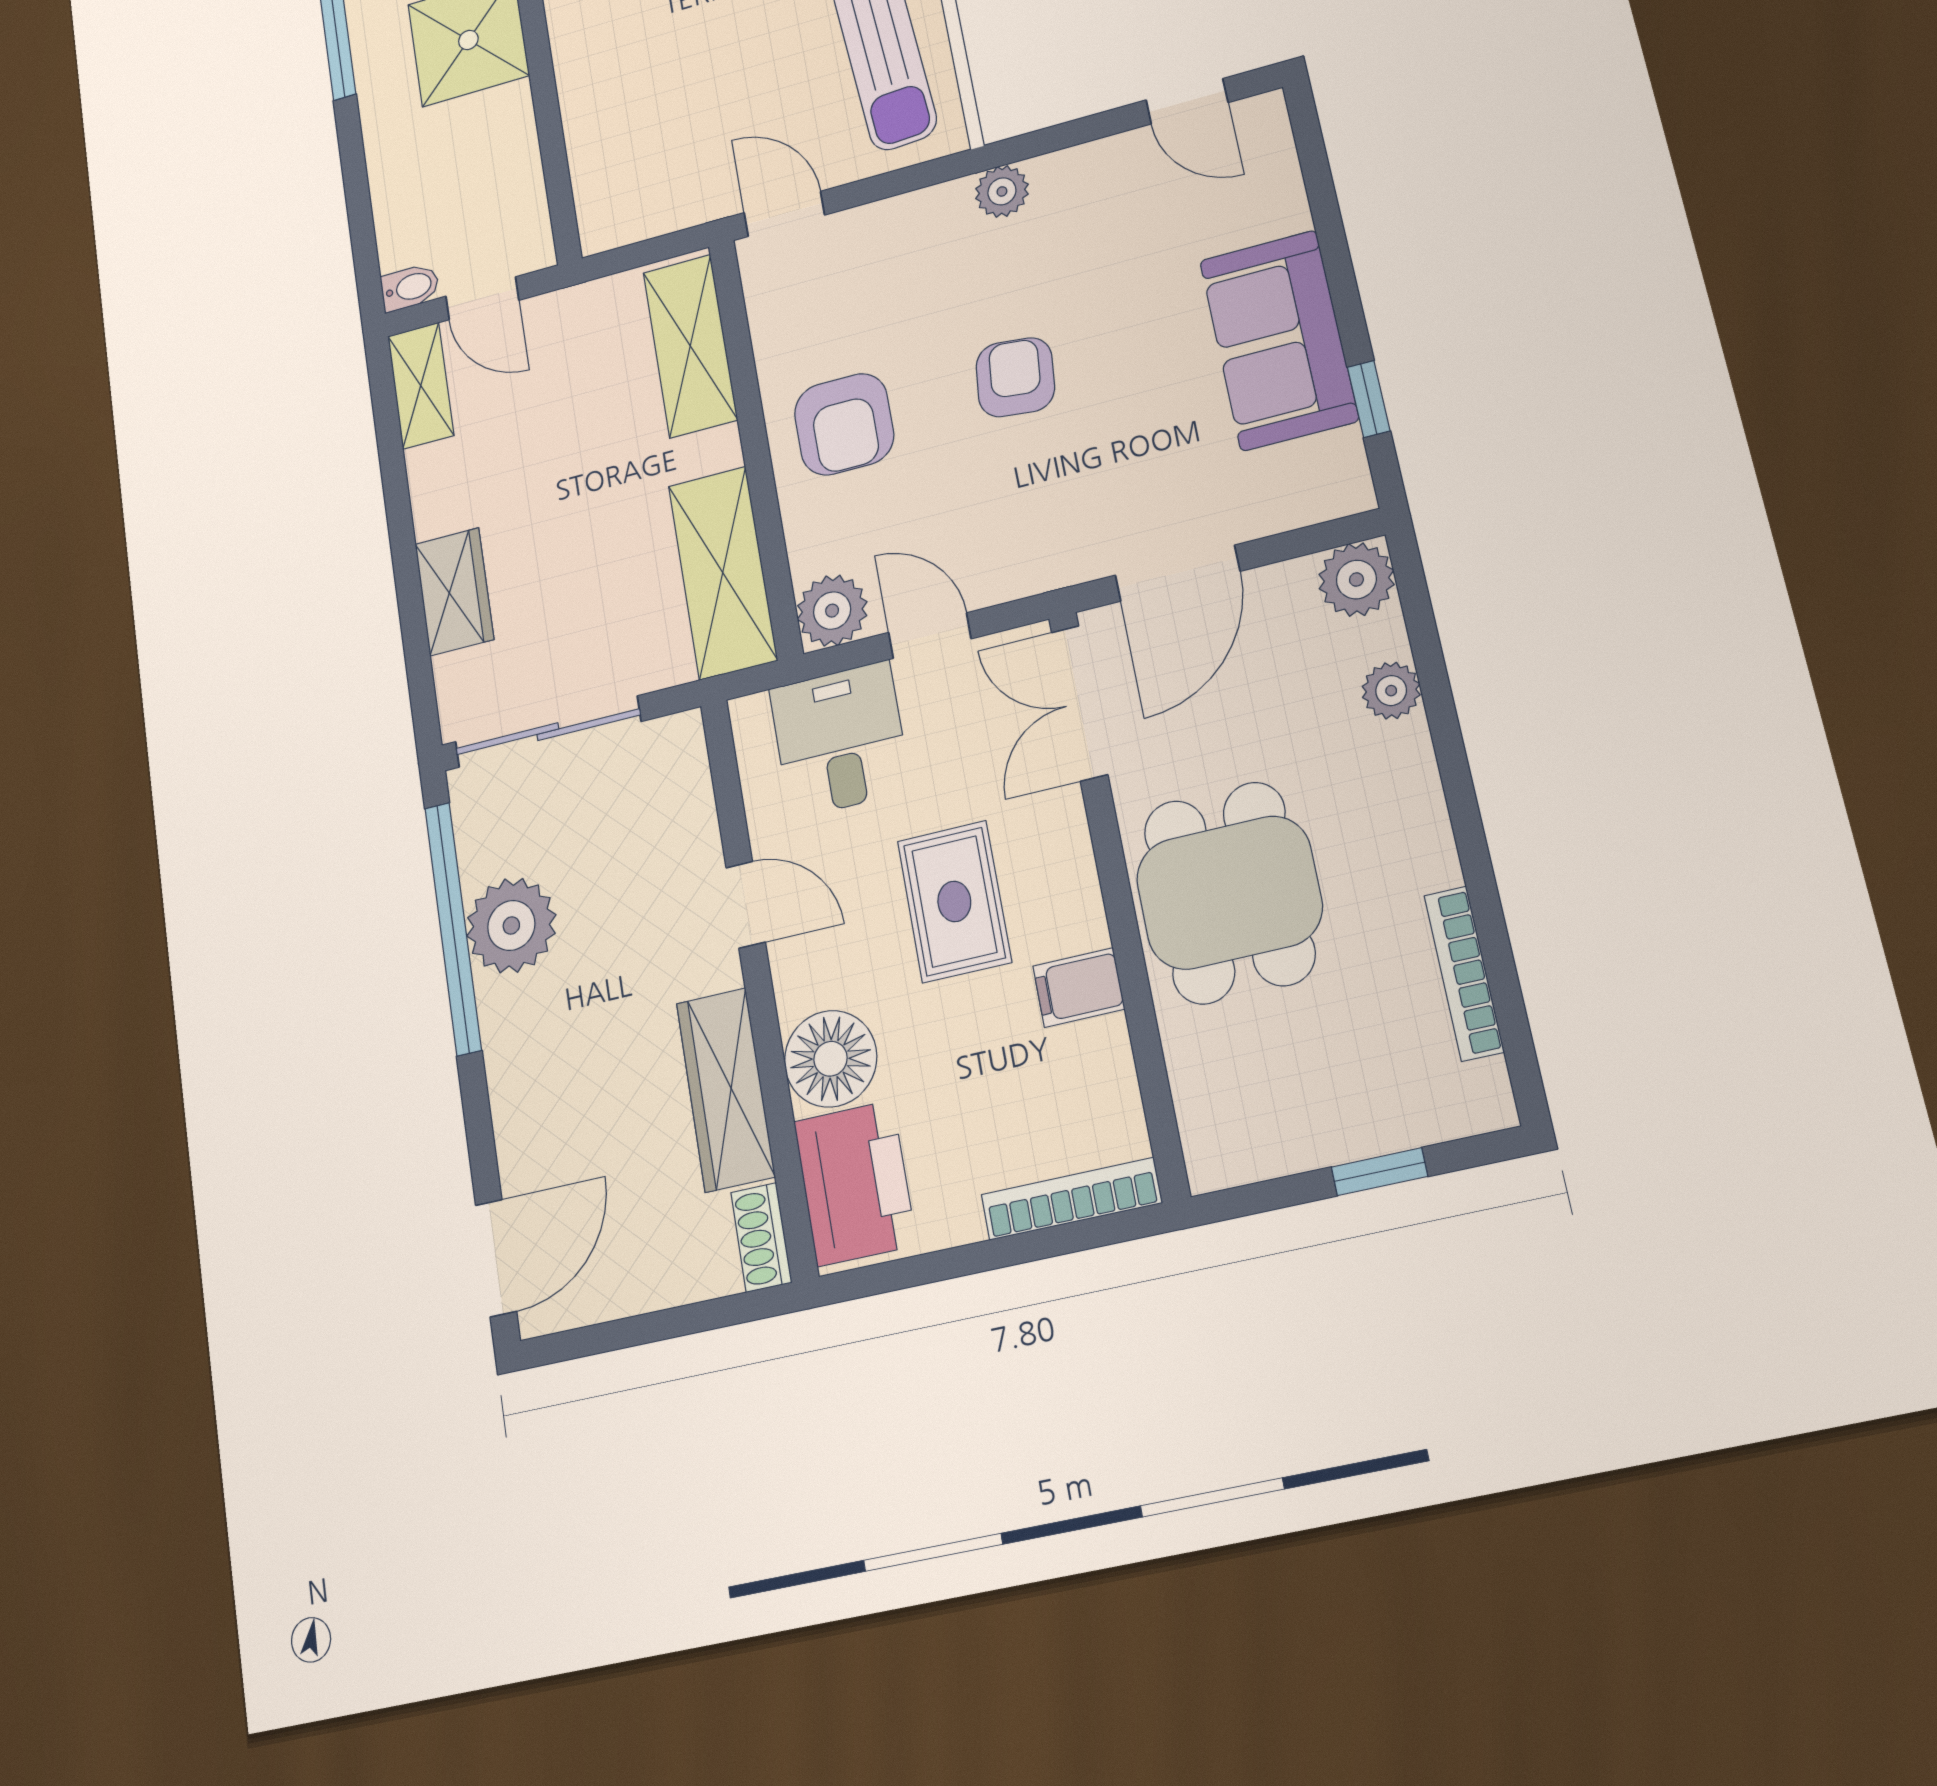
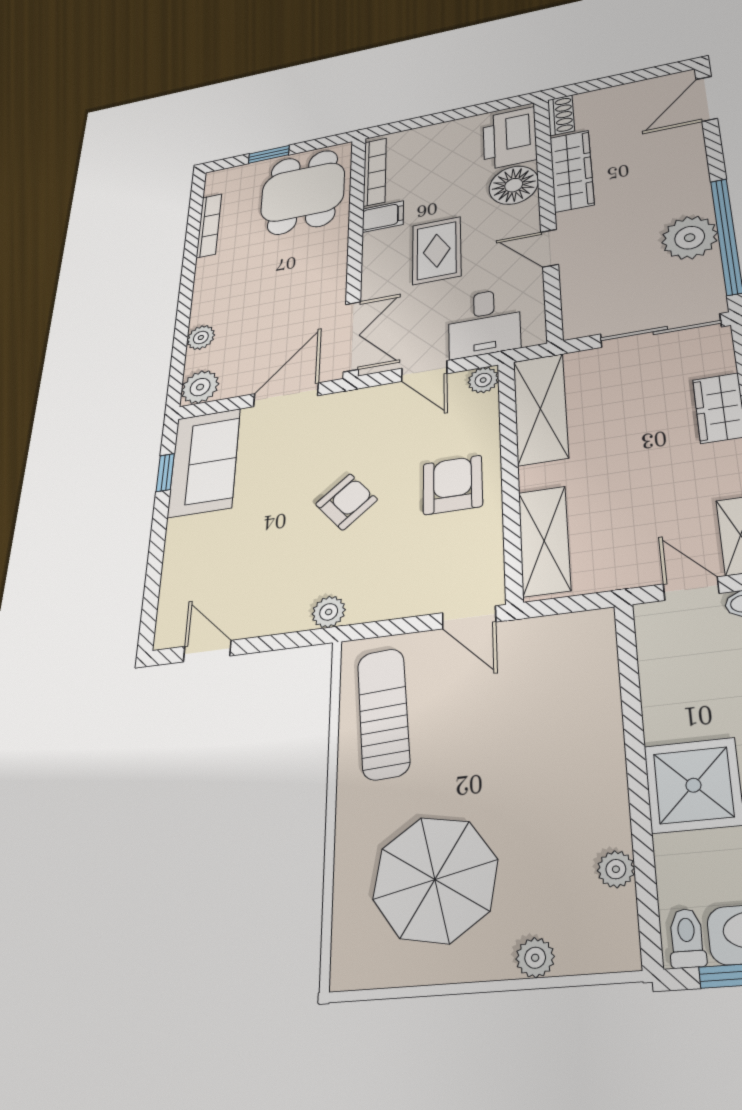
sofa: (1279, 340) -> (204, 462), moved
armchair: (1015, 377) -> (346, 502), turned -136
plant: (832, 611) -> (483, 380), width x0.73, depth x0.73
dining table: (1229, 893) -> (303, 192), moved
bookcase: (1071, 1199) -> (375, 172), moved, turned -90

